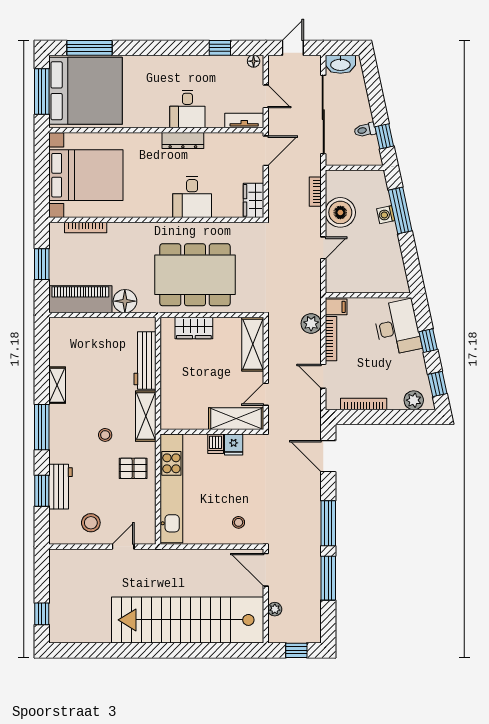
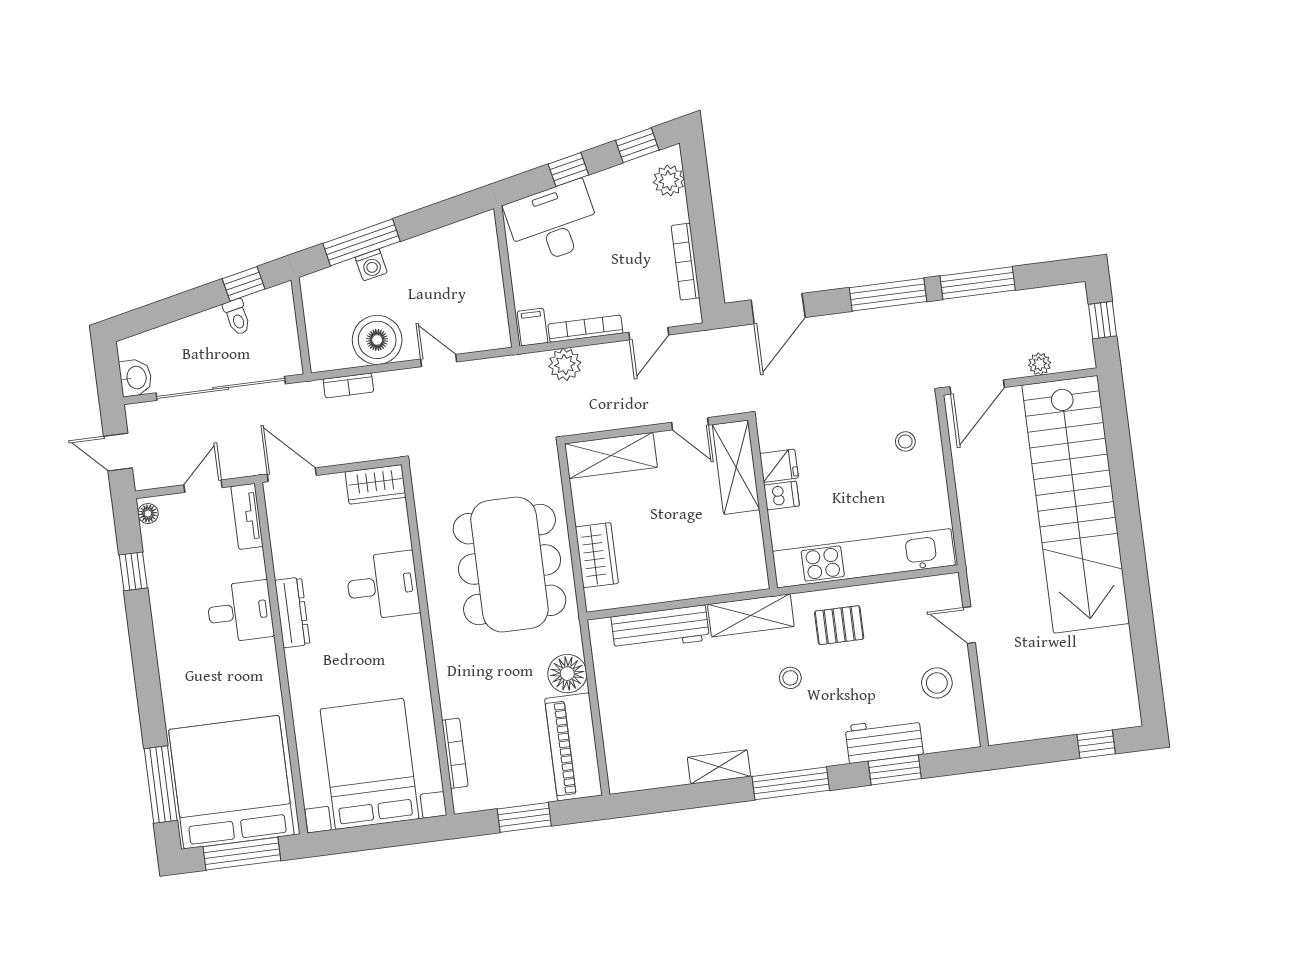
washbasin: (340, 64) -> (136, 378), width x0.72
pallet: (133, 468) -> (839, 625), turned 90

